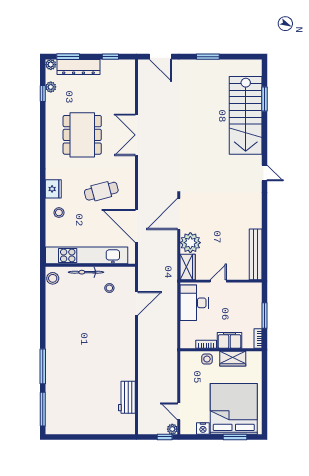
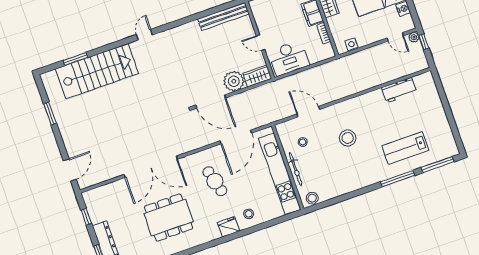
window: (208, 57) -> (50, 113), moved
double door: (137, 135) -> (151, 167), width x1.36
stool: (98, 332) -> (348, 138), added
side table: (207, 359) -> (351, 44), moved
lab bench: (69, 384) -> (405, 148), added
door: (179, 411) -> (395, 37), hinge flipped

